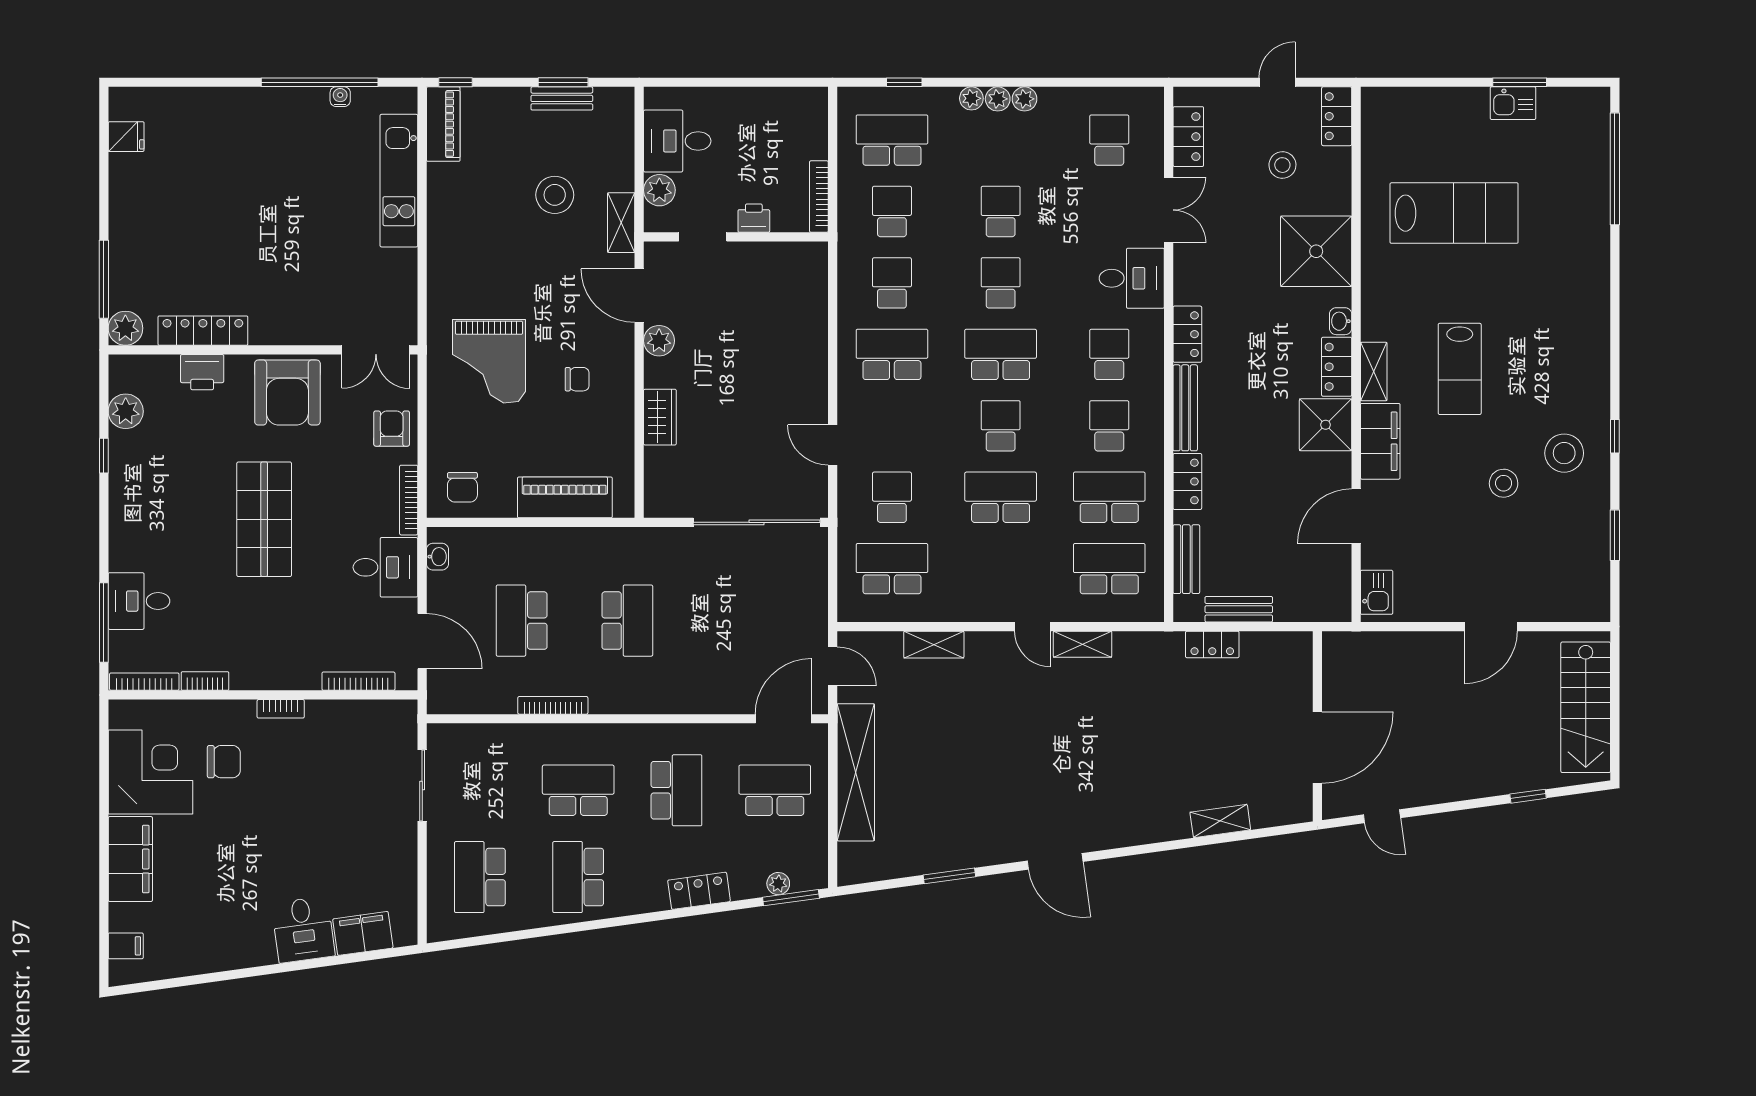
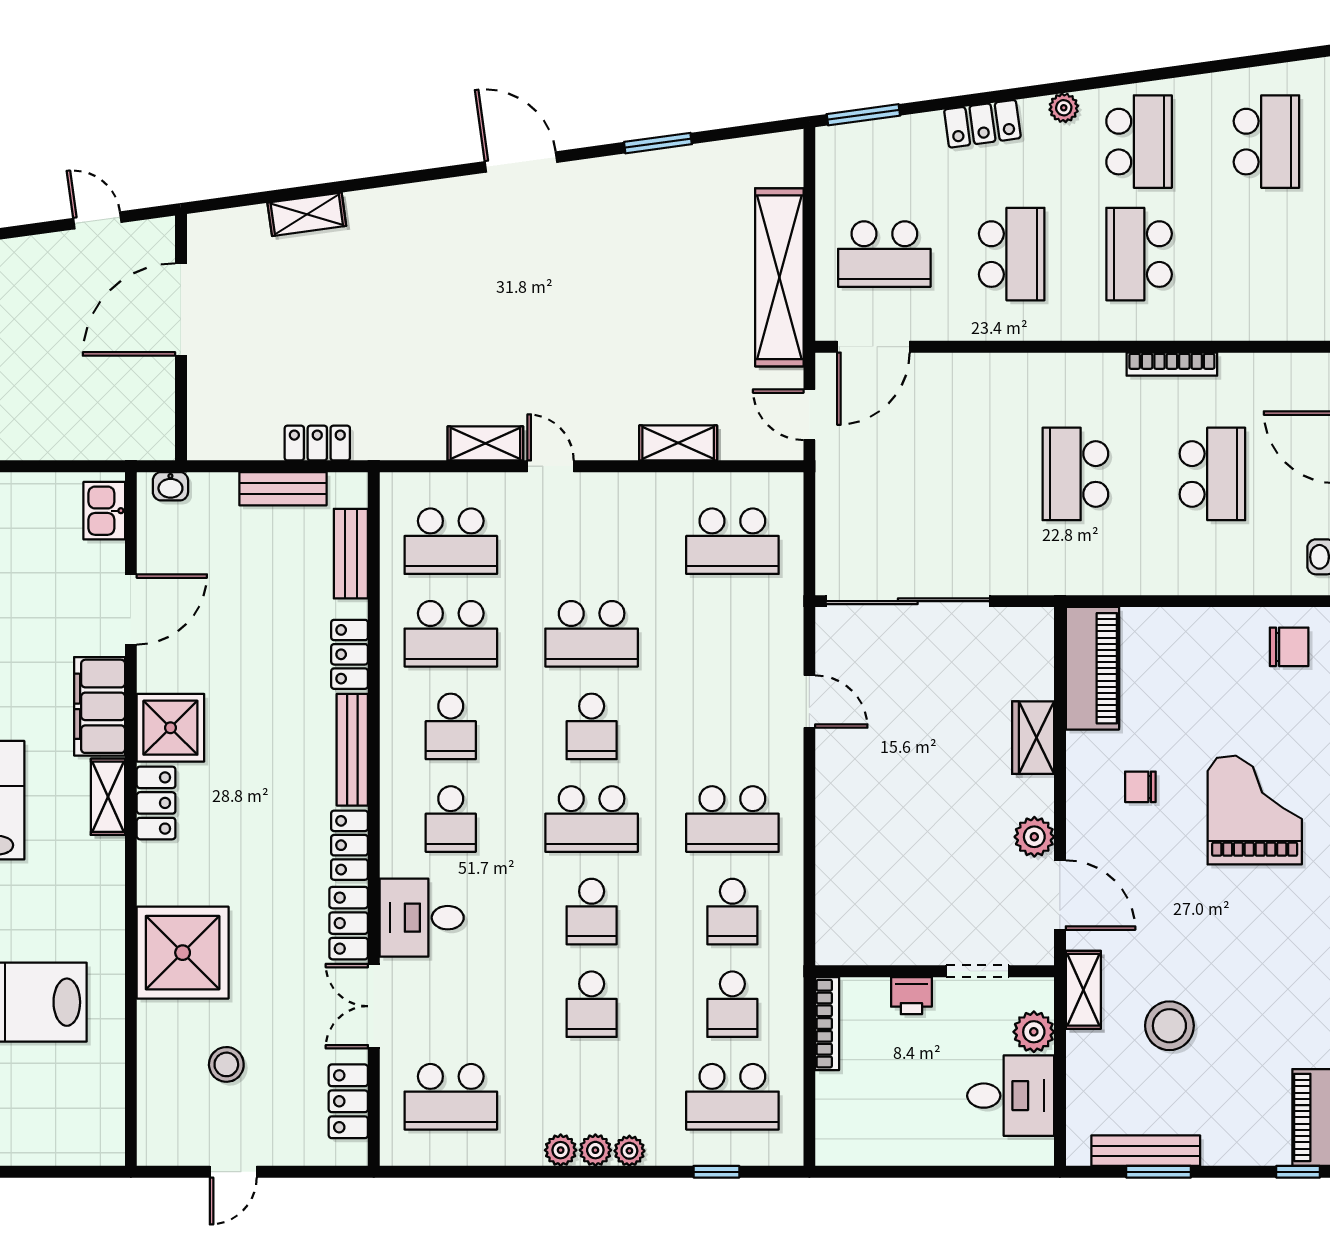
bench: (562, 98) -> (1146, 1151), width x1.36
locker: (1337, 116) -> (349, 923), moved, turned 180
school desk: (1109, 140) -> (451, 1097), width x1.85
washbasin: (1341, 321) -> (170, 486), moved, turned 90
chair: (462, 487) -> (1289, 647), turned 90
piano: (565, 497) -> (1092, 668), moved, turned -90
school desk: (892, 497) -> (732, 634), removed
school desk: (578, 790) -> (1139, 254), turned 90
school desk: (676, 790) -> (1012, 254), turned 180
plant: (778, 884) -> (1064, 108), moved

